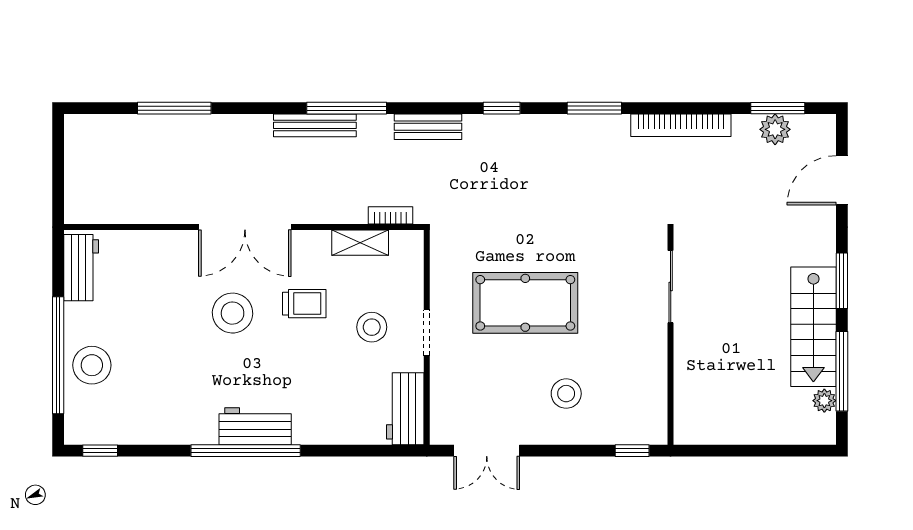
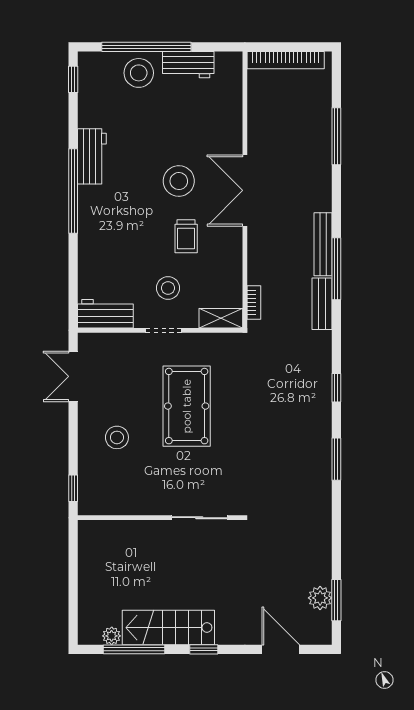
bookcase: (681, 125) -> (286, 60), moved, turned -90
bench: (428, 127) -> (322, 304), moved
shelving: (360, 243) -> (221, 318), moved, turned 90
workbench: (81, 268) -> (188, 65), moved
window: (842, 281) -> (204, 649), width x0.67
workbench: (255, 426) -> (92, 156), moved

